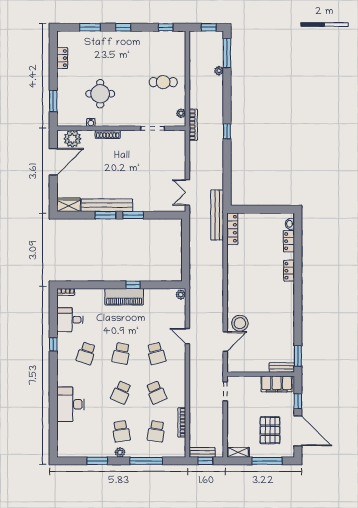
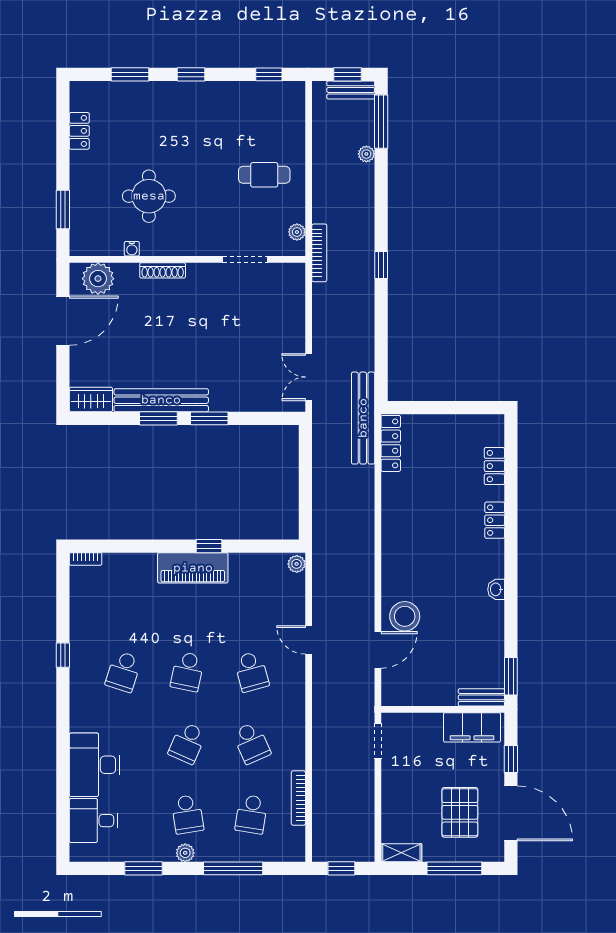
washbasin: (290, 224) -> (496, 589), moved
desk: (70, 320) -> (93, 821), moved
bench: (202, 452) -> (351, 90), moved

